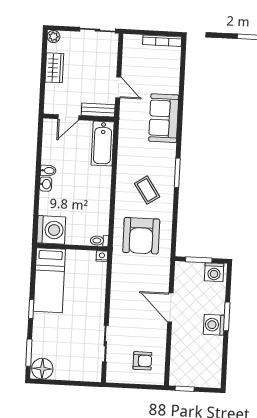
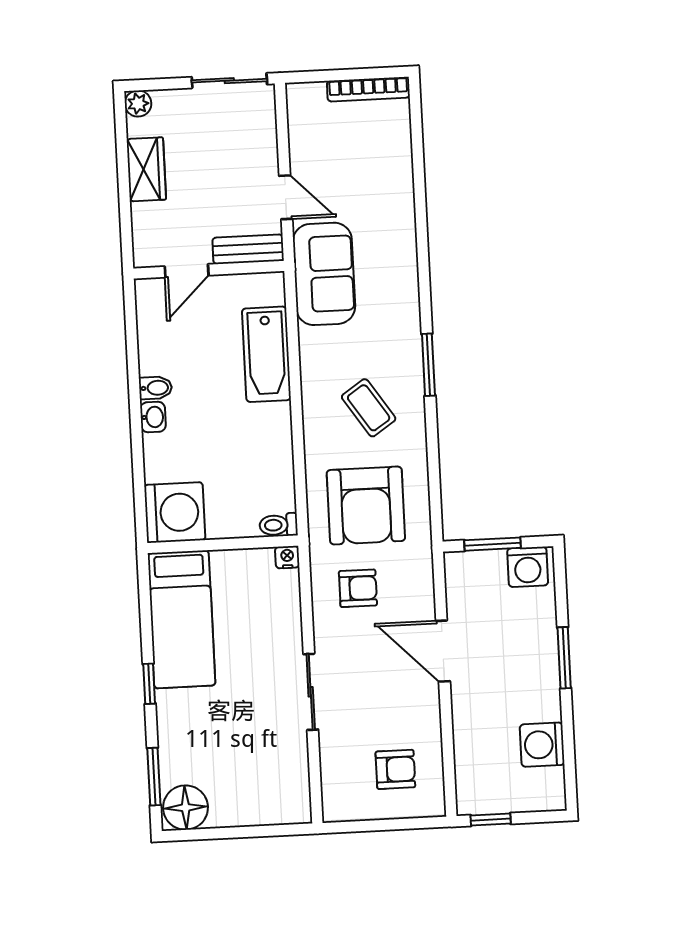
sofa: (164, 118) -> (324, 274), moved, turned 180
bathtub: (103, 143) -> (266, 354), moved
armchair: (134, 274) -> (358, 588), added
washing machine: (214, 325) -> (542, 745), moved
sliding door: (105, 344) -> (311, 692), moved

